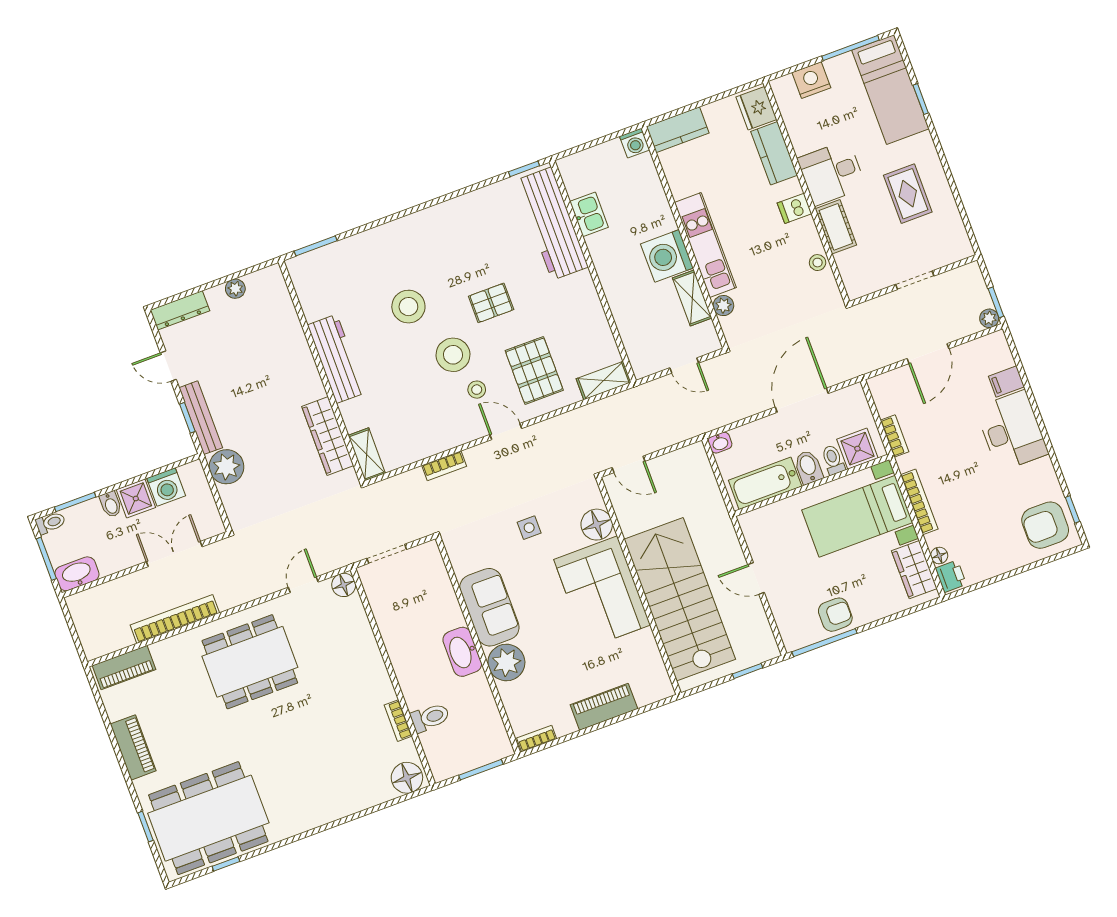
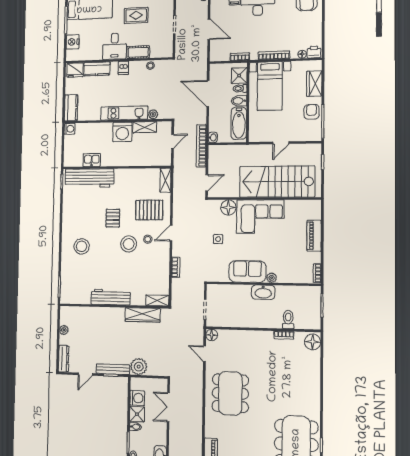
stool: (408, 307) -> (82, 246), moved
wardrobe: (914, 570) -> (314, 84), moved, turned 90
bookcase: (175, 619) -> (201, 146), moved
plant: (506, 662) -> (272, 278), width x0.53, depth x0.53

